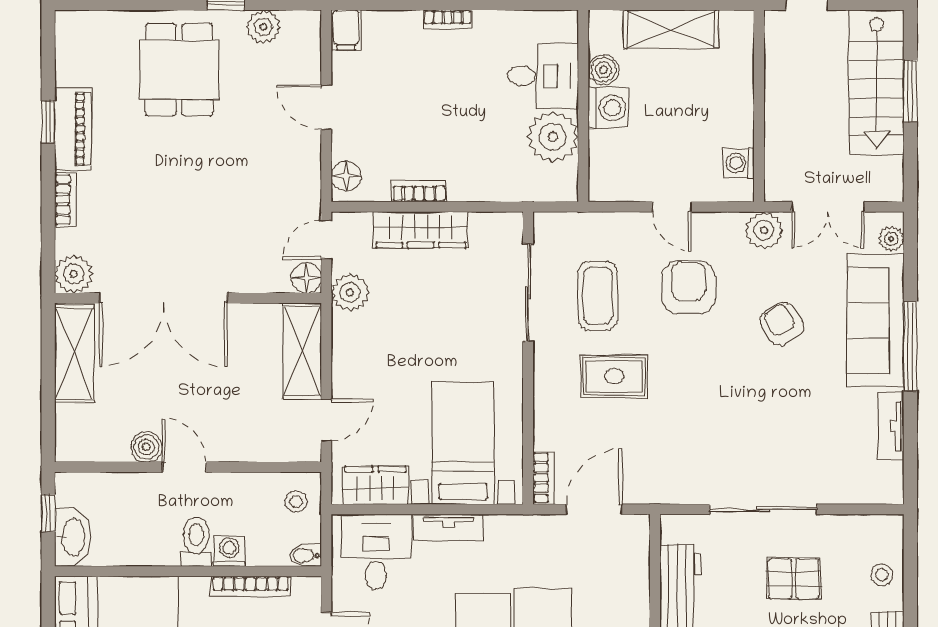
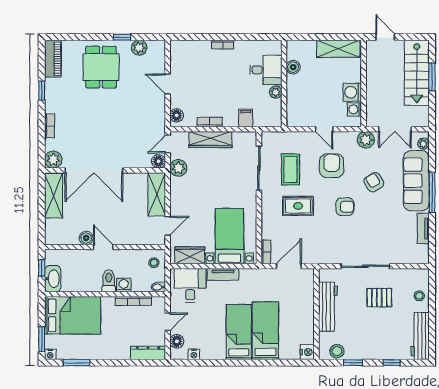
shelving: (671, 29) -> (338, 49), moved
filing cabinet: (346, 30) -> (246, 118), moved, turned 180
washing machine: (608, 108) -> (352, 92), moved, turned 180
piano: (73, 129) -> (53, 59), moved
plant: (553, 137) -> (276, 92), width x0.53, depth x0.53
armchair: (718, 378) -> (345, 207), added

